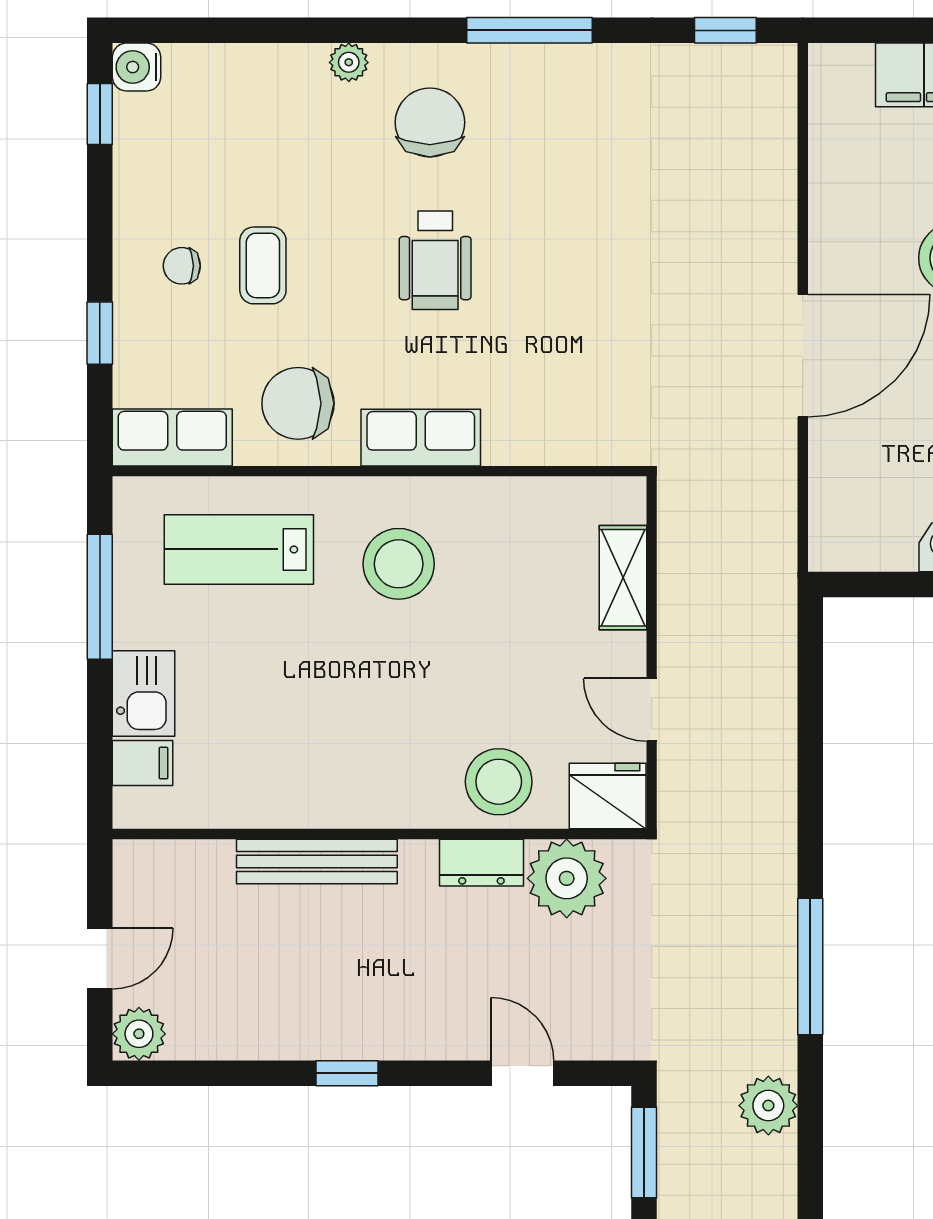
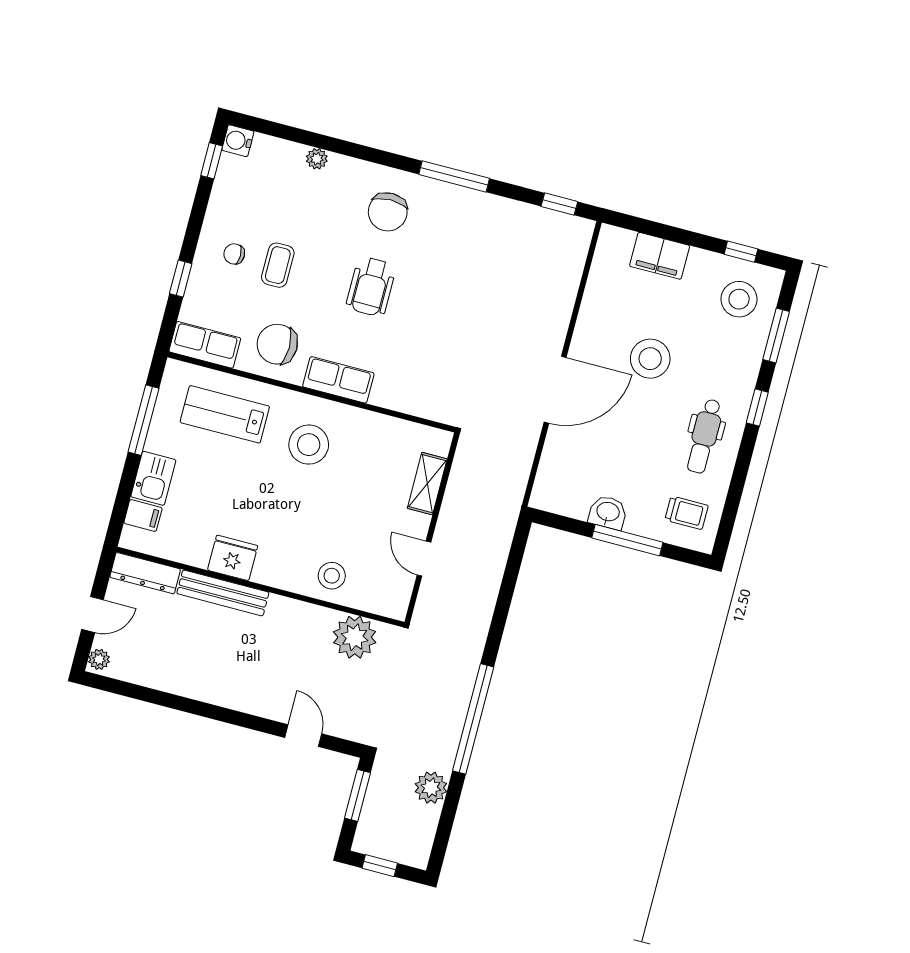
plant: (349, 62) -> (317, 159), moved
chair: (430, 122) -> (388, 212), turned 180
stool: (499, 782) -> (332, 576), width x0.73, depth x0.73
fridge: (608, 796) -> (233, 558), moved
dresser: (481, 863) -> (145, 573), moved, width x1.44
window: (810, 966) -> (473, 719), width x1.46
plant: (139, 1034) -> (99, 659), width x0.73, depth x0.73
window: (347, 1073) -> (209, 711), removed

